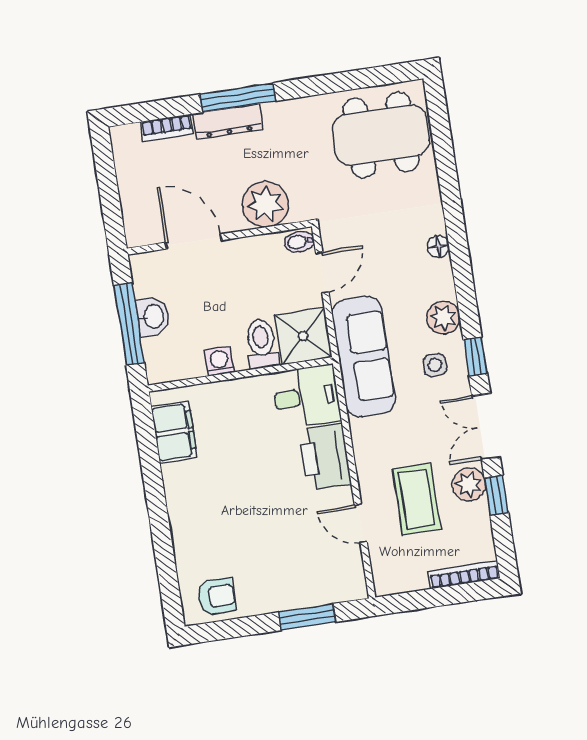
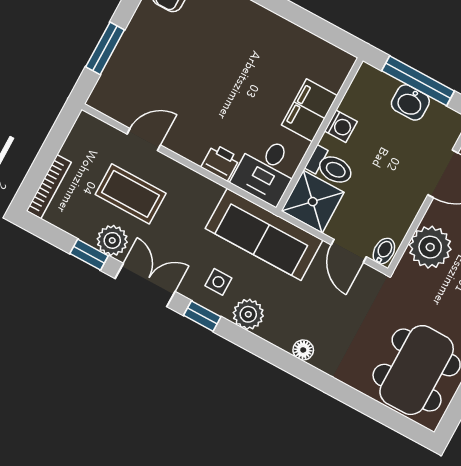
filing cabinet: (174, 432) -> (309, 110), moved, turned 90
printer: (325, 457) -> (221, 162), width x0.53, depth x0.68

